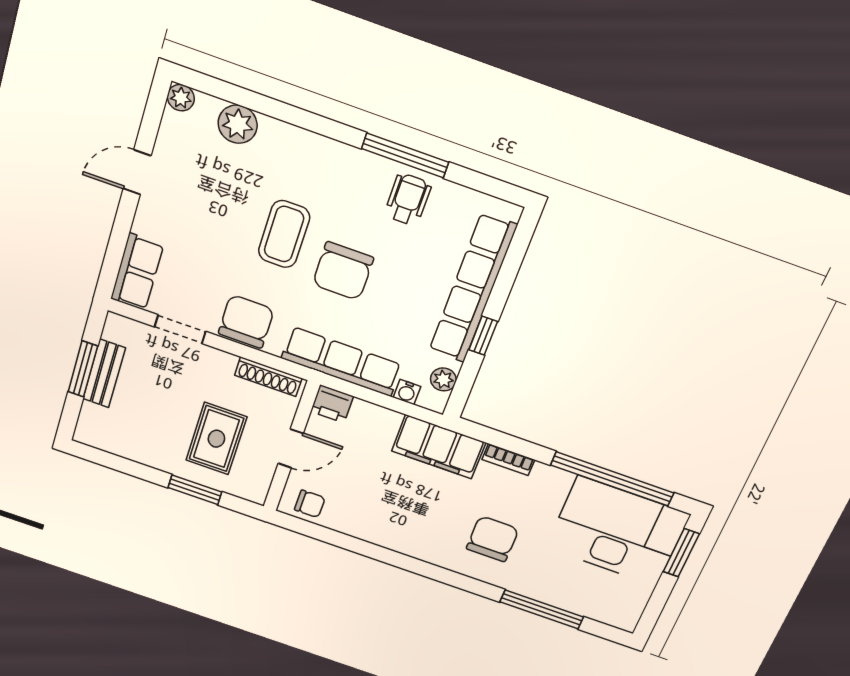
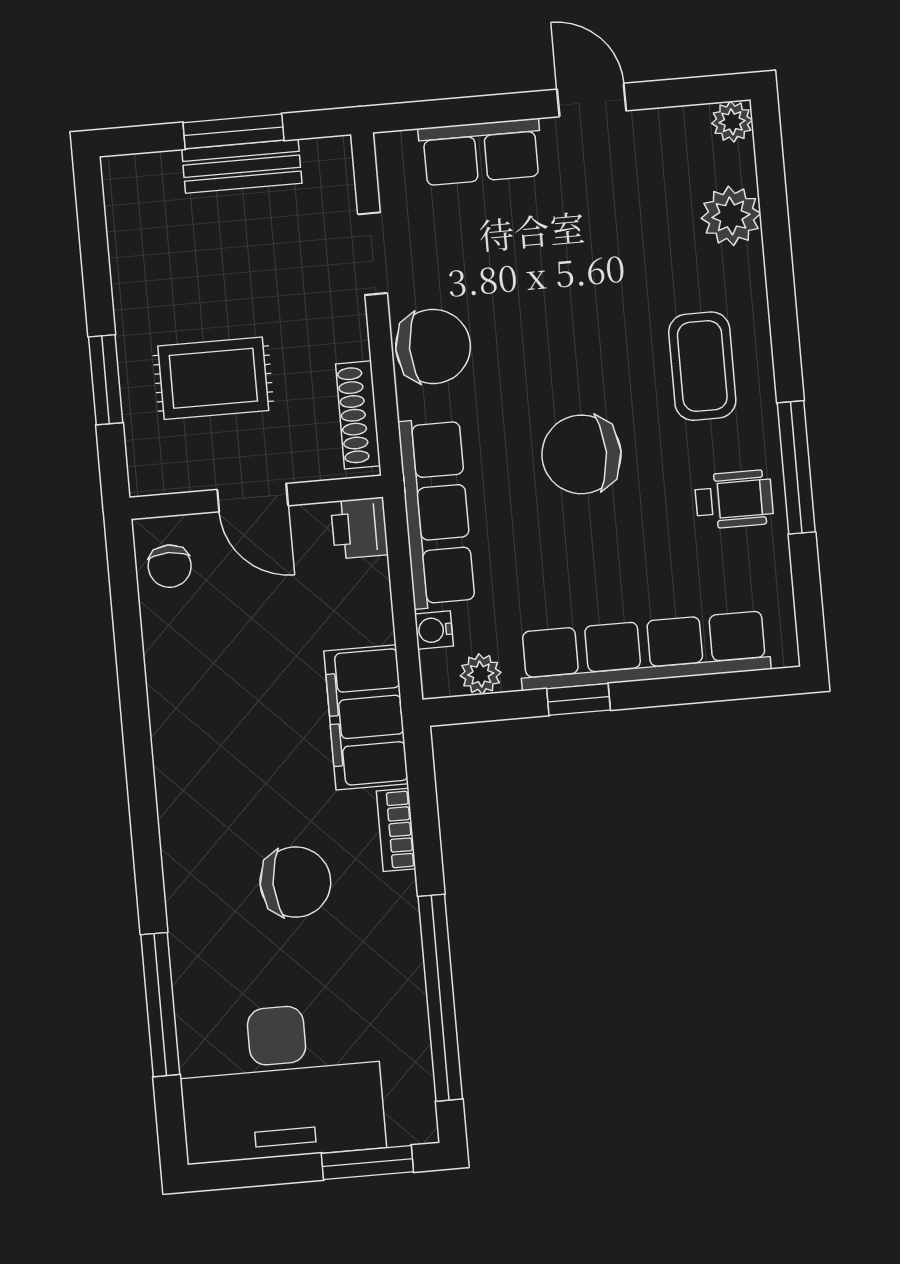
coffee table: (284, 234) -> (702, 366), moved, turned 90
row of seats: (137, 272) -> (481, 152), moved
desk: (618, 531) -> (281, 1082), moved, turned 90
chair: (492, 539) -> (295, 882), moved

